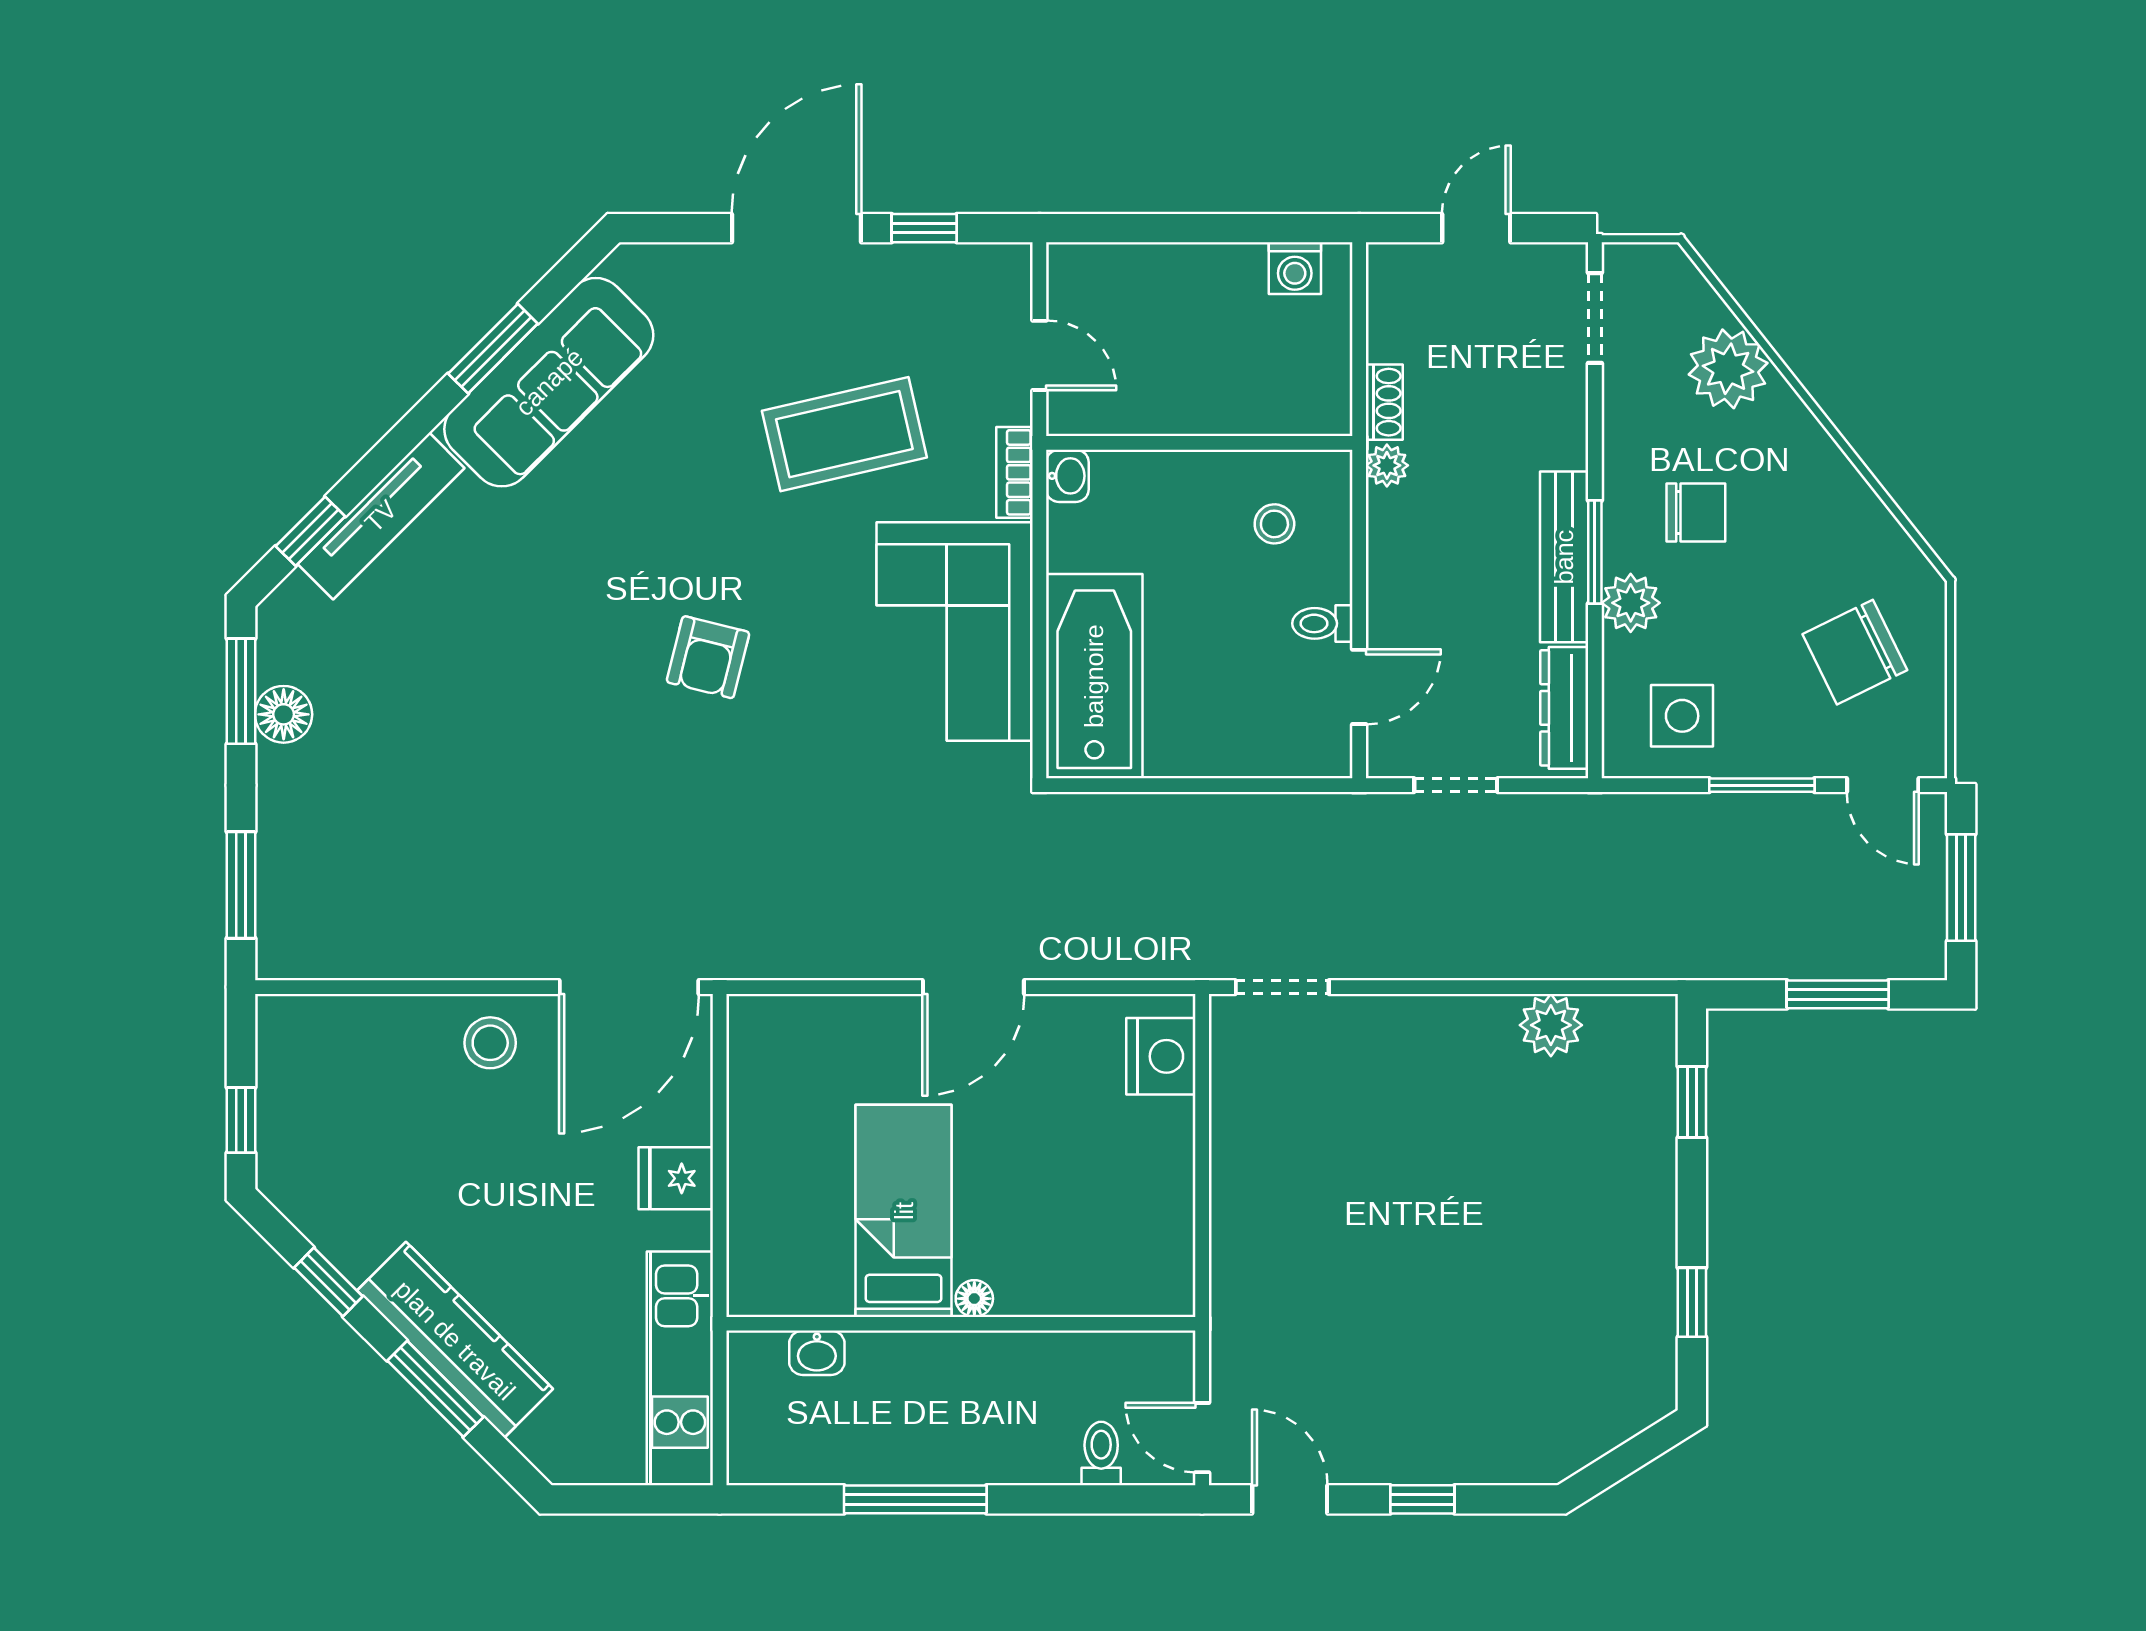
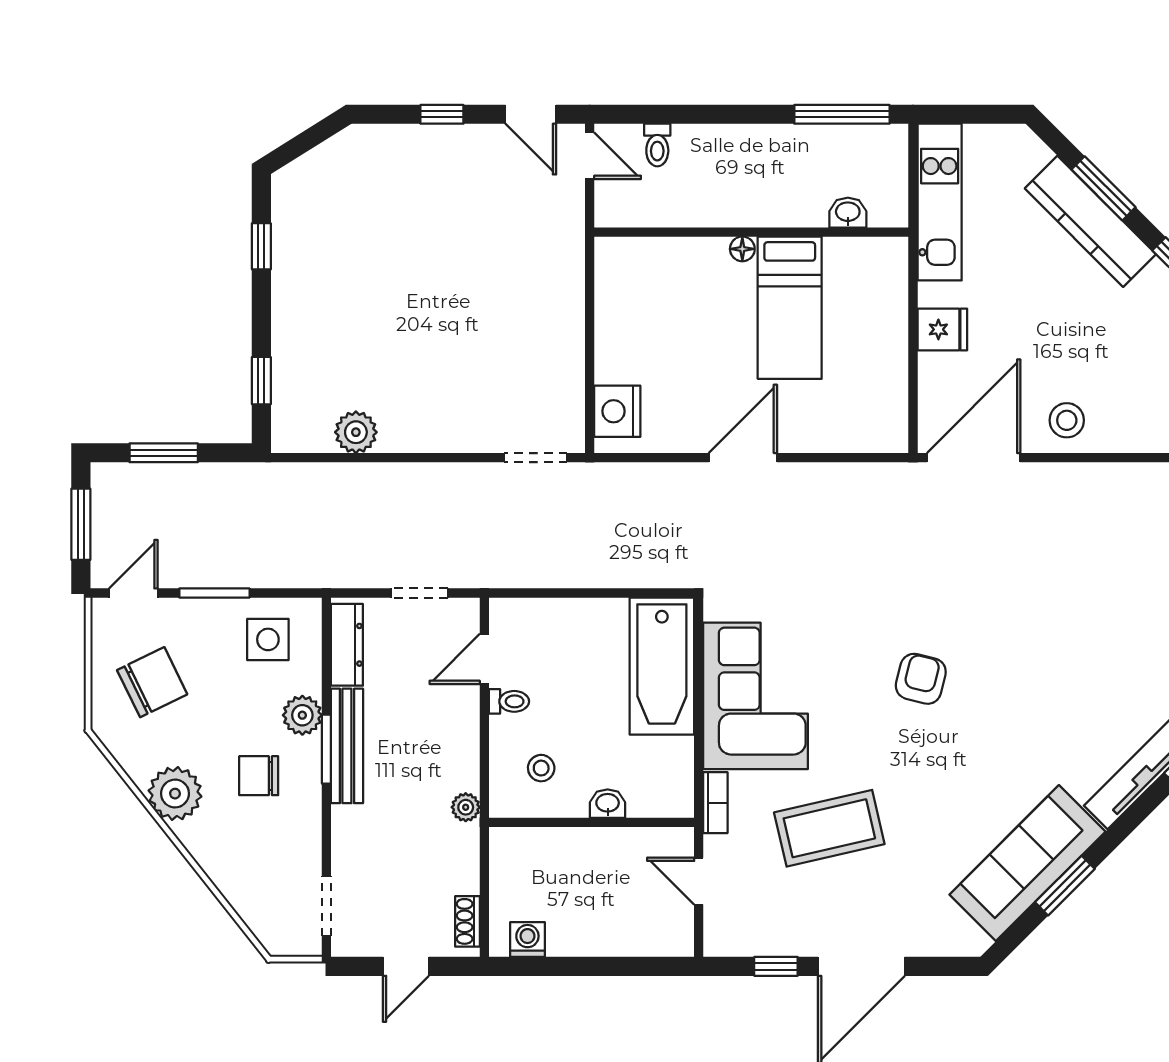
plant: (1728, 369) -> (175, 794), moved
shoe rack: (1384, 402) -> (468, 921), moved
washbasin: (1067, 476) -> (608, 804), moved, turned 90
door: (1883, 785) -> (133, 593), hinge flipped
window: (915, 1499) -> (842, 114), moved

